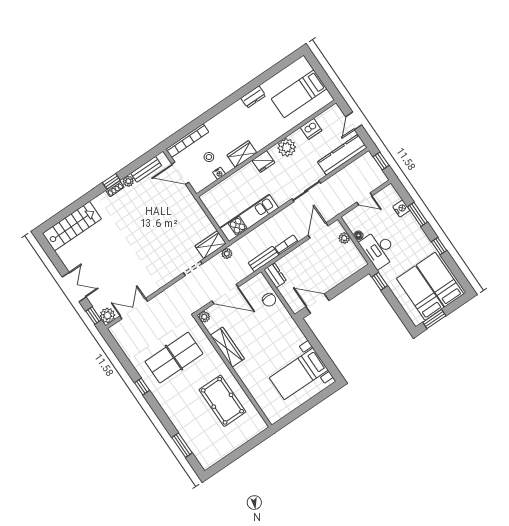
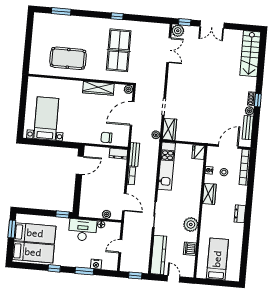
dresser: (253, 97) -> (240, 214), moved
fridge: (263, 162) -> (198, 152), moved

